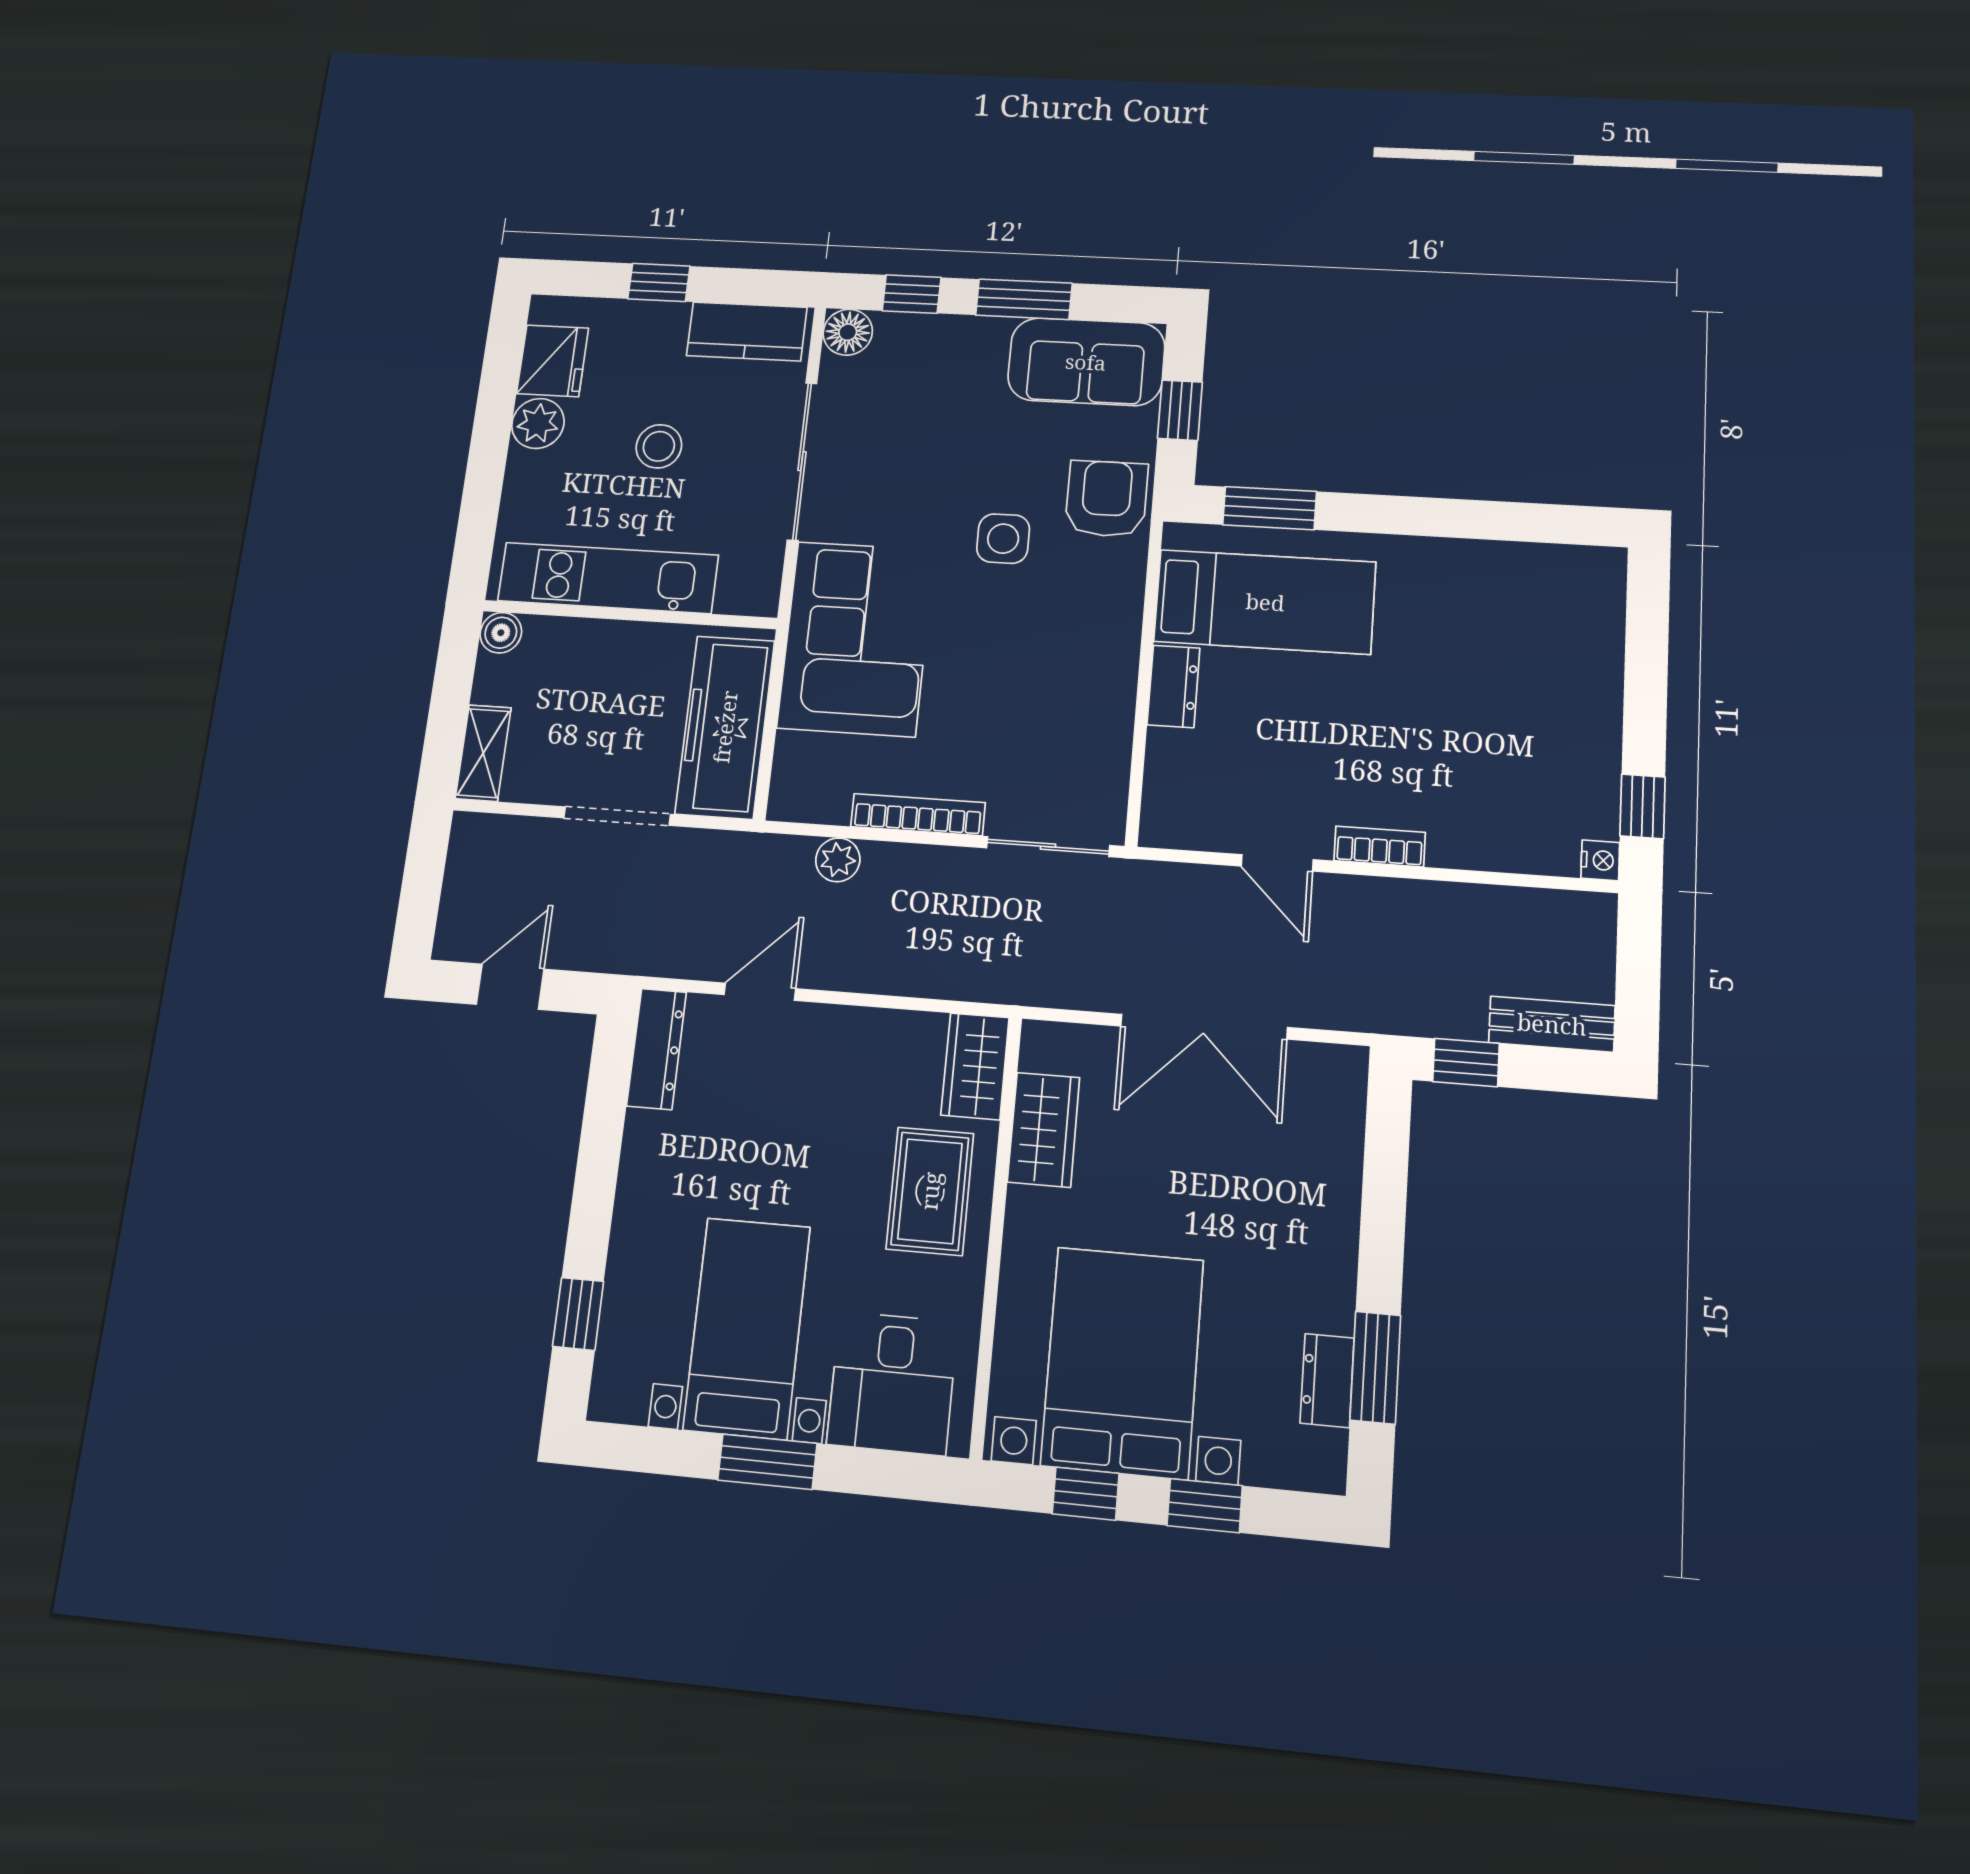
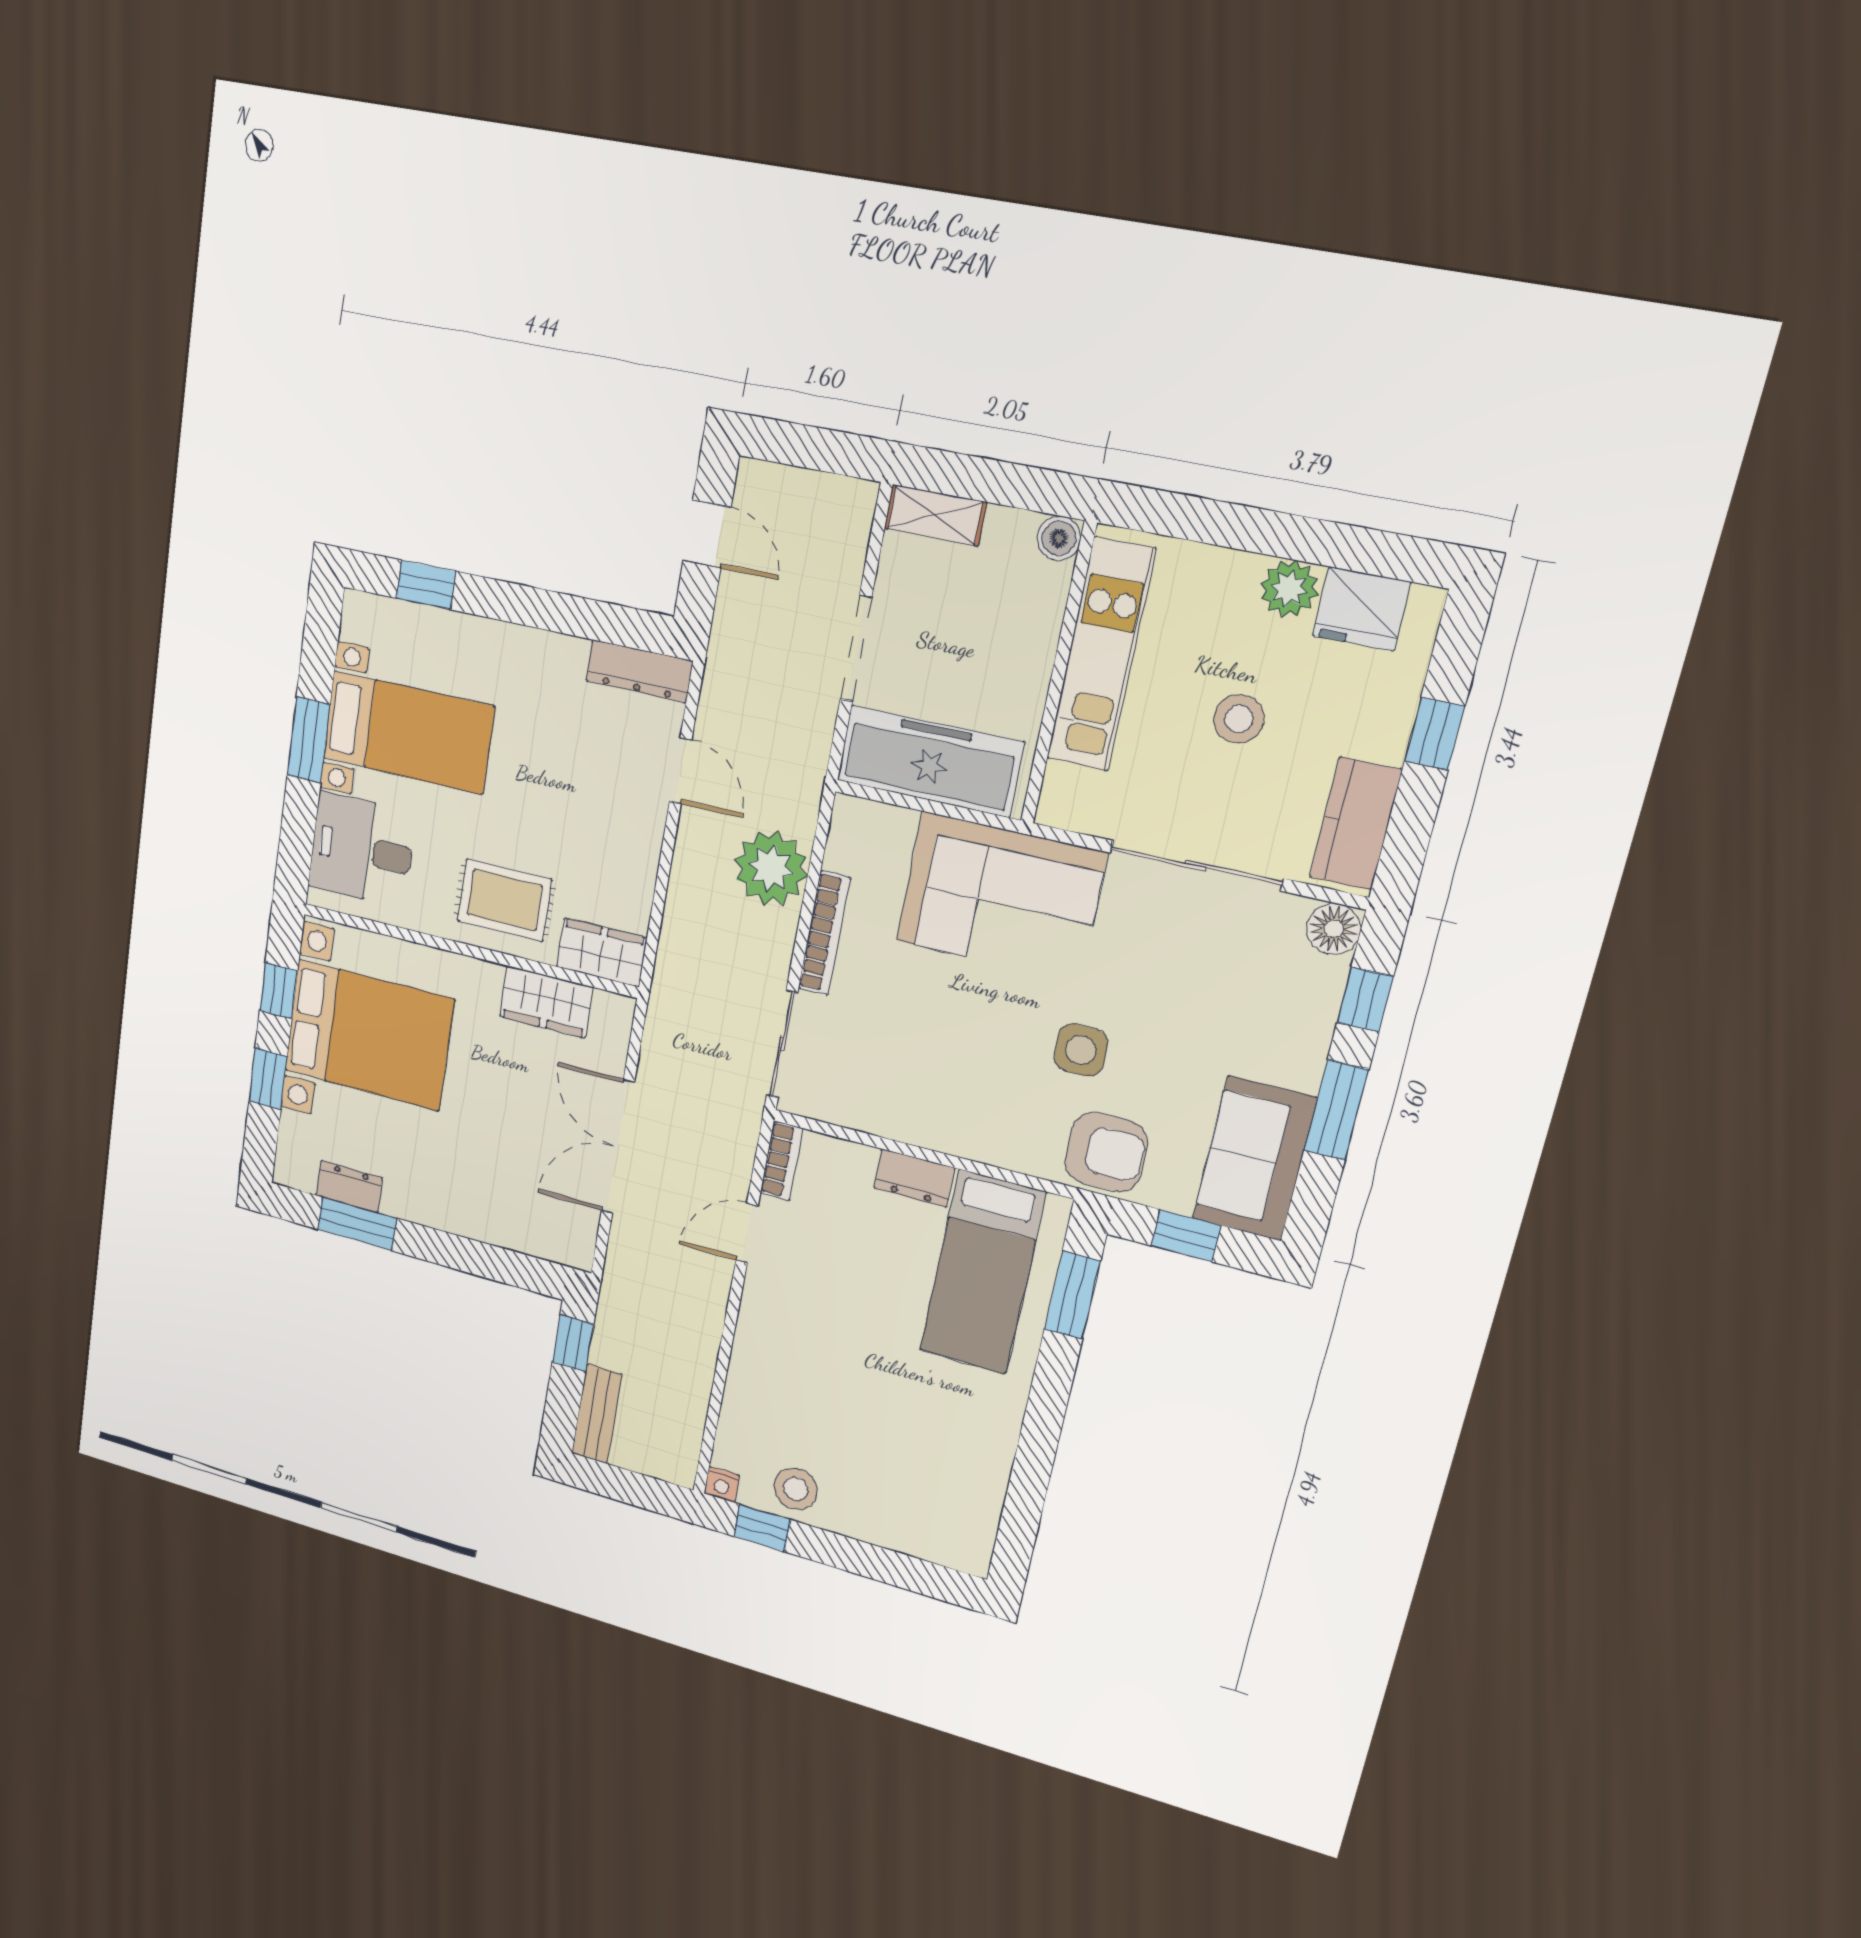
stool: (1580, 772) -> (796, 1489), added
bookcase: (1380, 846) -> (782, 1161), moved
plant: (838, 860) -> (771, 868), width x1.88, depth x1.88

